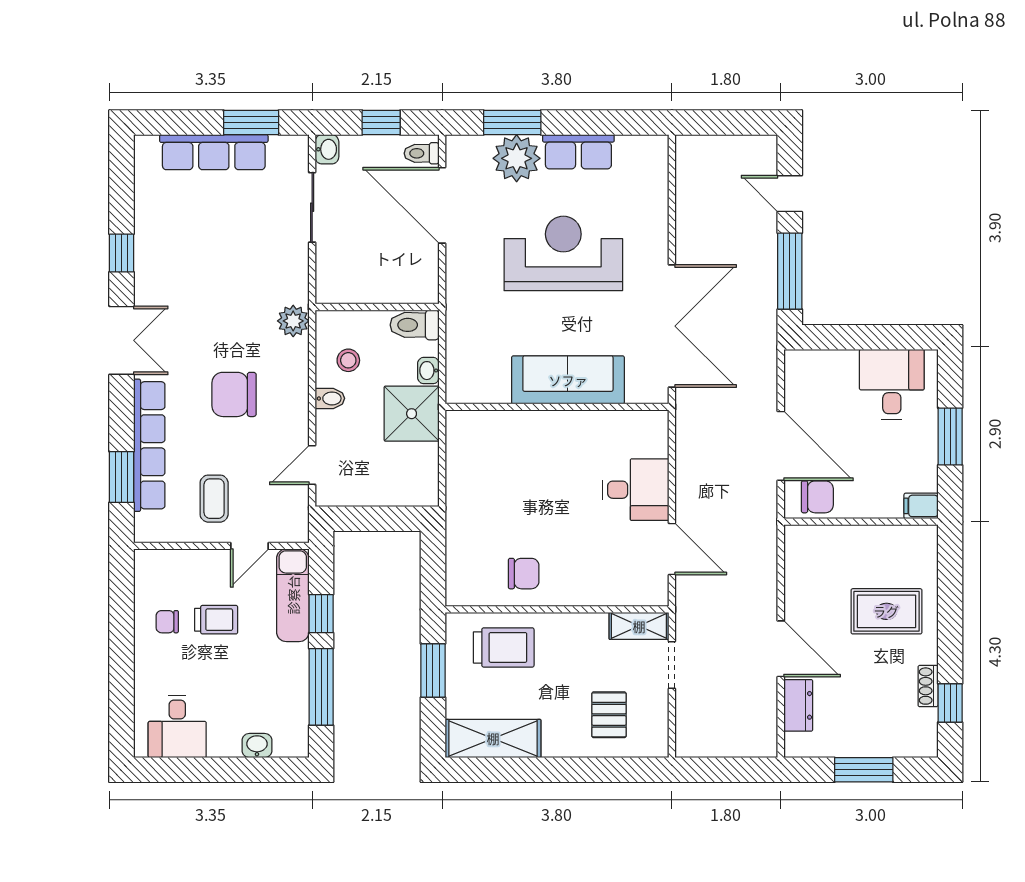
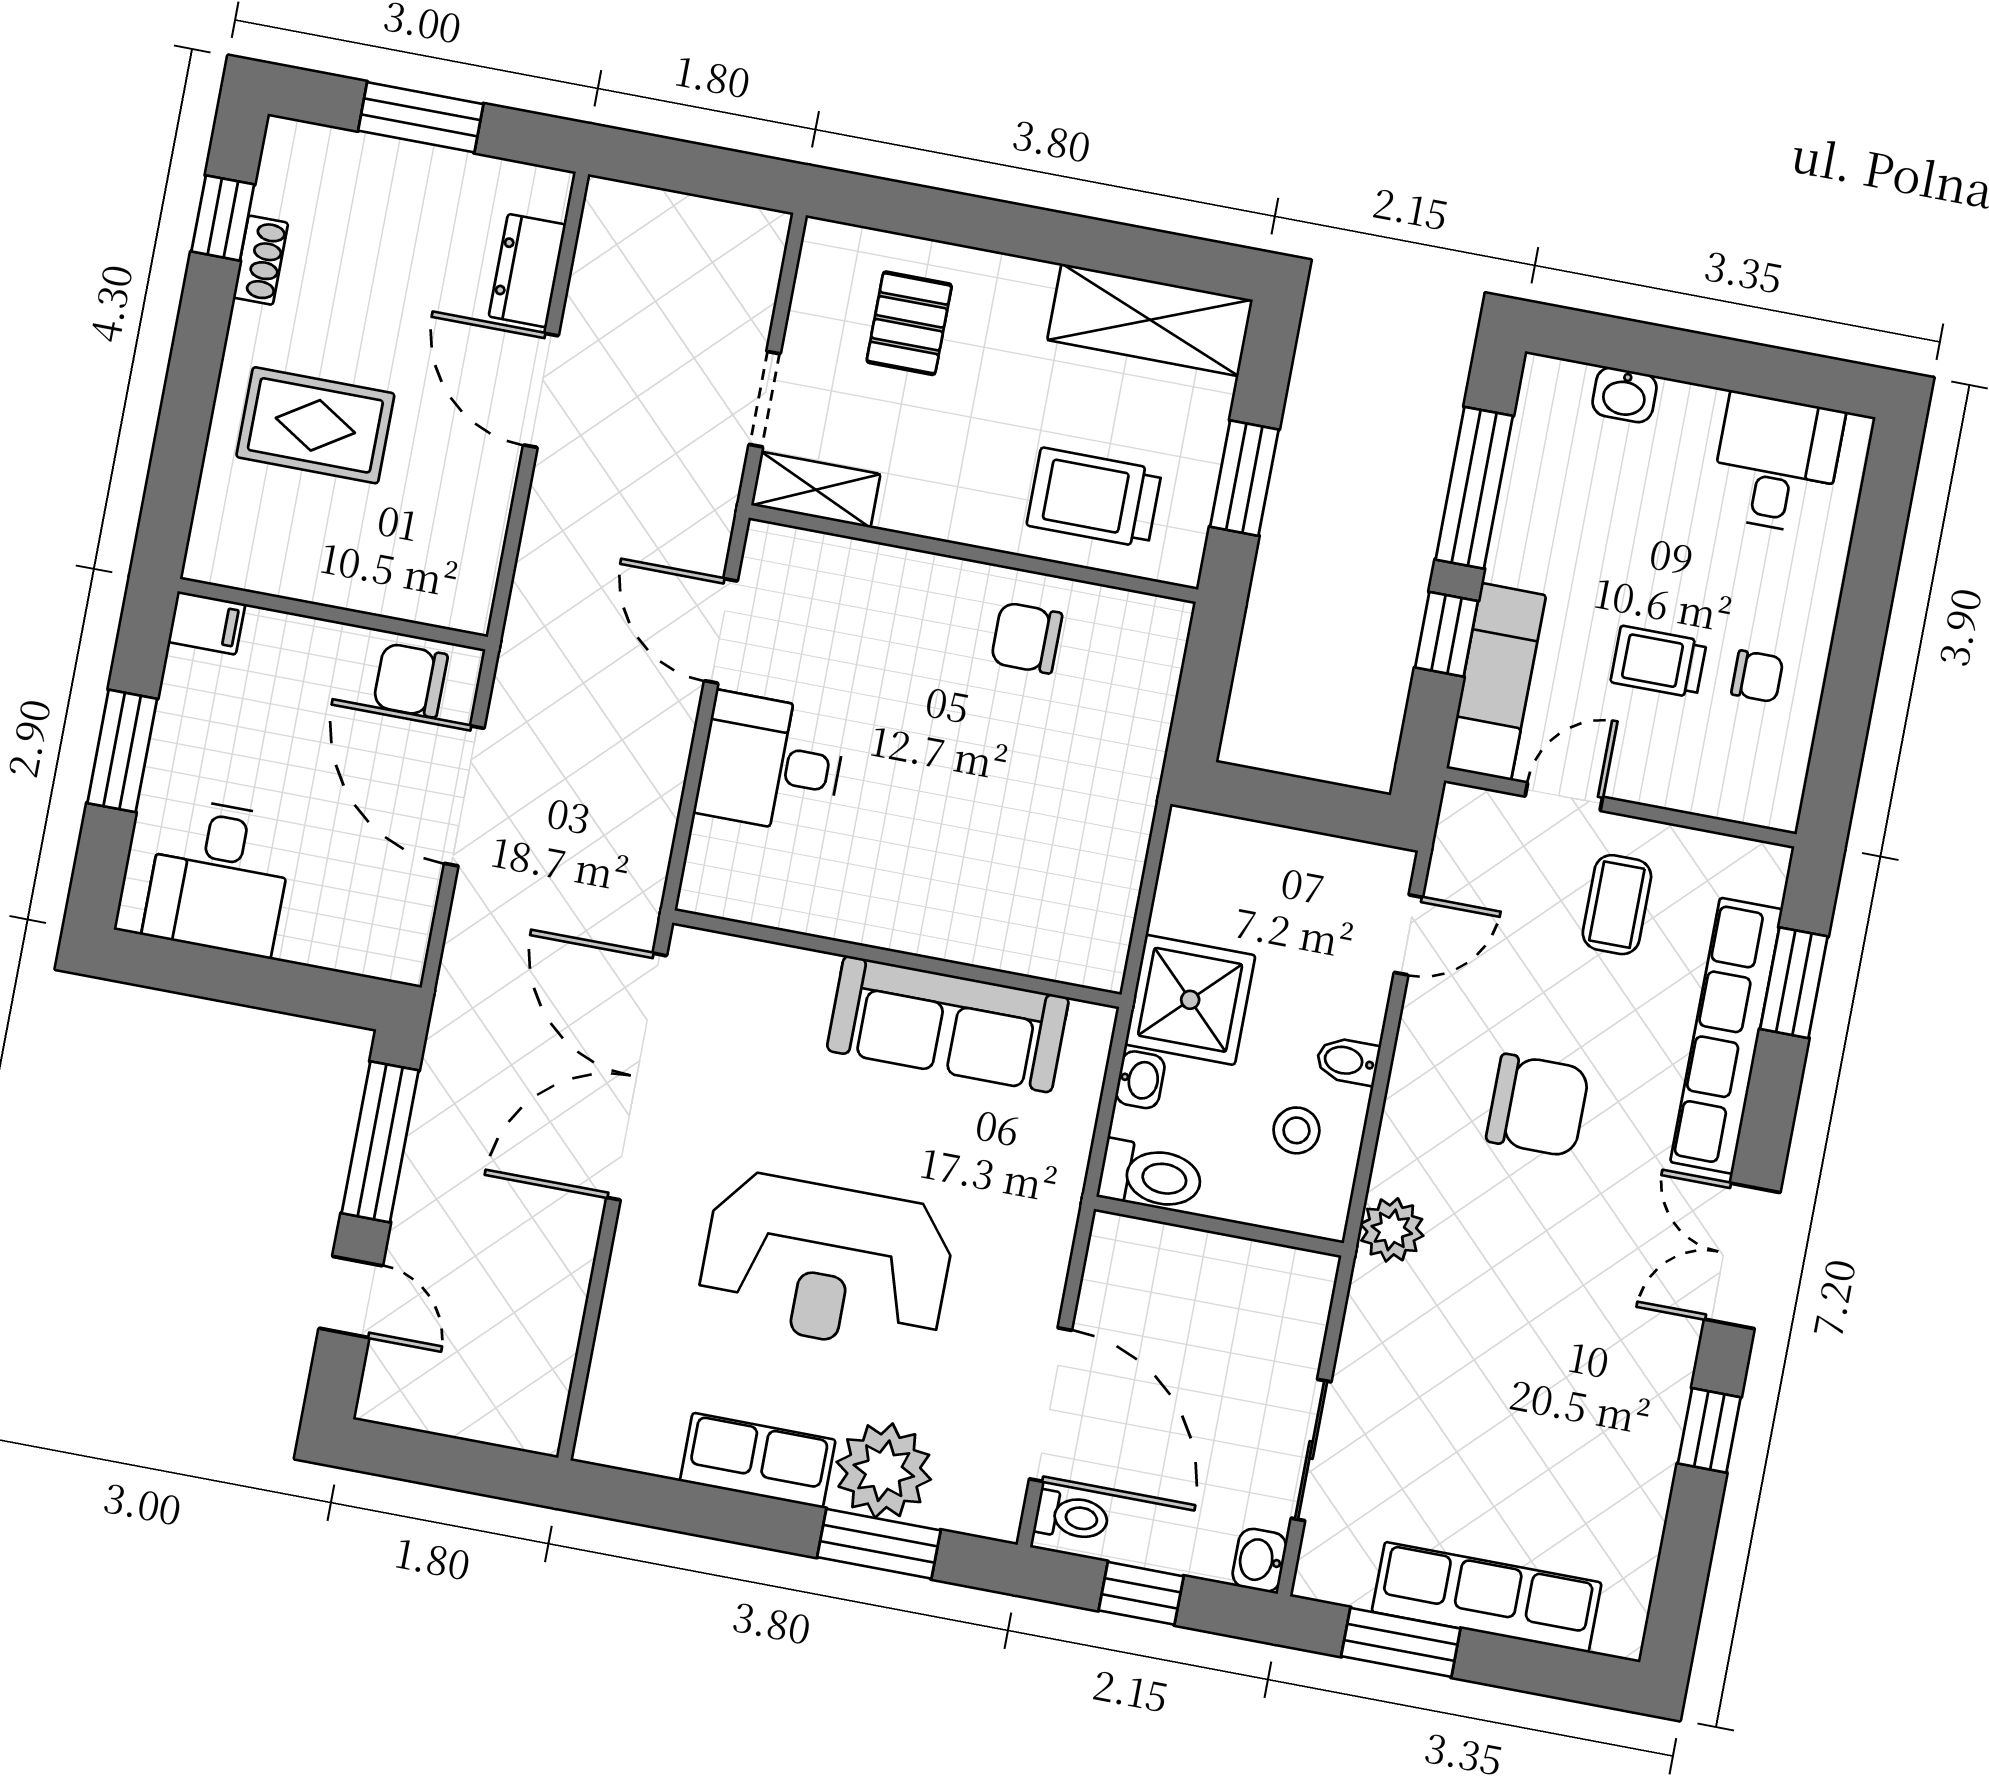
sofa: (568, 380) -> (948, 1024), moved

